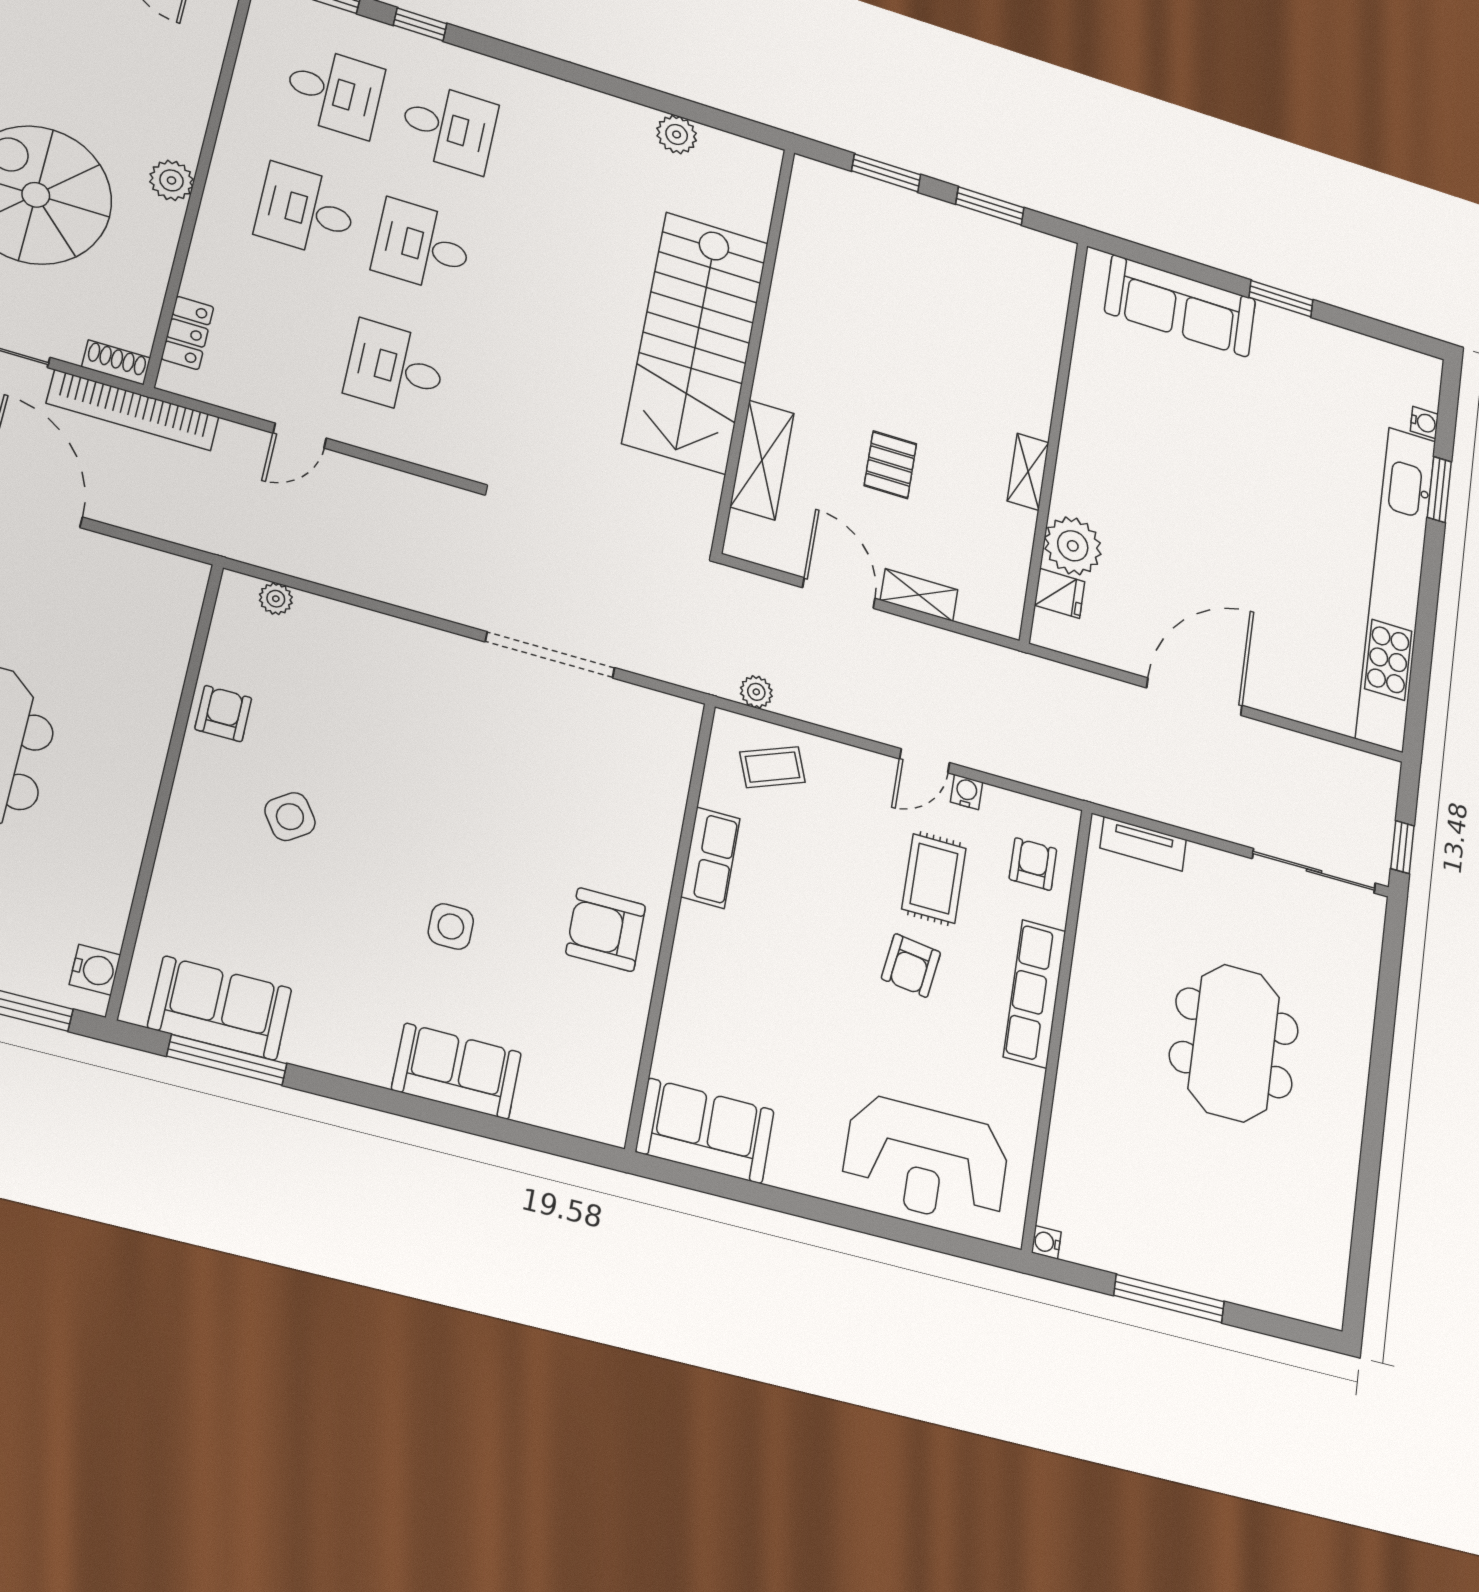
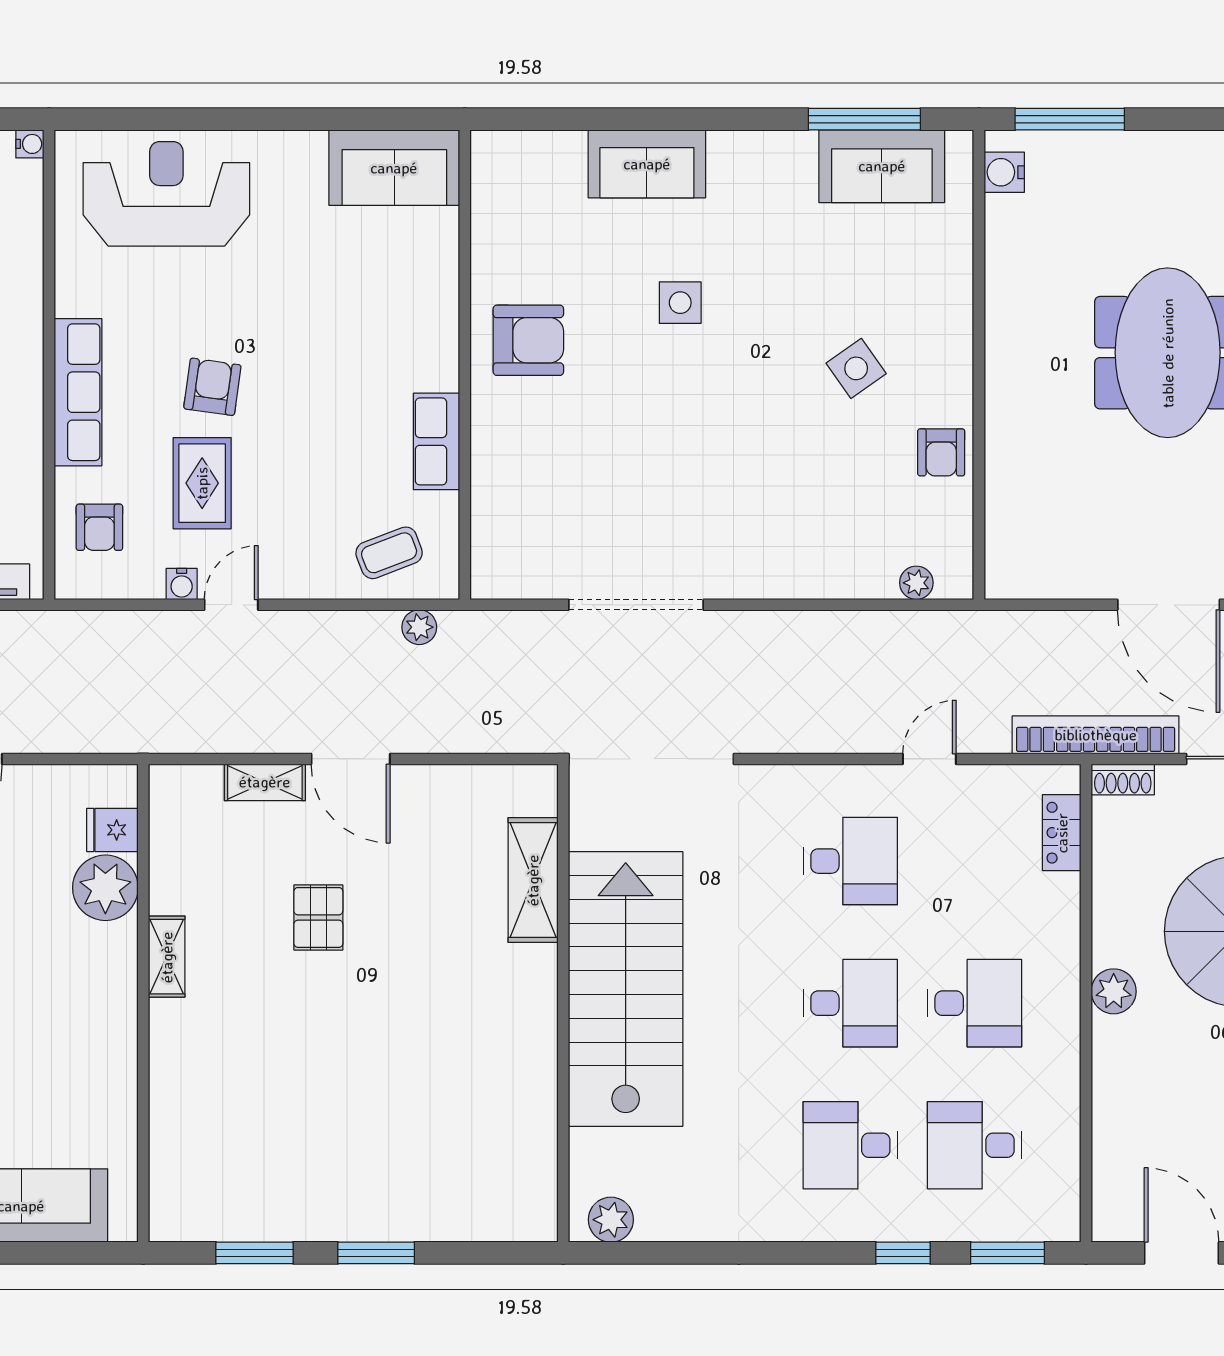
stairs: (696, 342) -> (626, 989), moved
wall: (754, 347) -> (563, 1003), moved
shelving: (762, 460) -> (533, 880), moved

